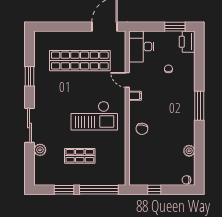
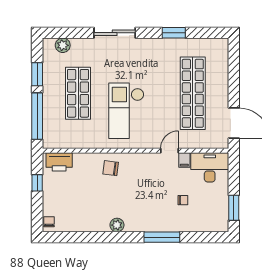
printer: (187, 42) -> (59, 162), moved, turned 180
filing cabinet: (135, 96) -> (184, 160), moved
window: (199, 106) -> (162, 237), moved
plant: (40, 150) -> (63, 45), moved
plant: (189, 151) -> (117, 225), moved
shop shelf: (80, 156) -> (78, 93), width x1.43, depth x1.36

